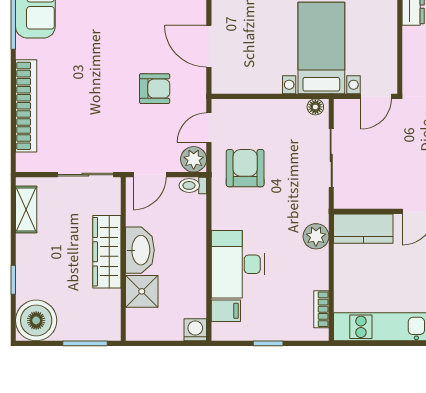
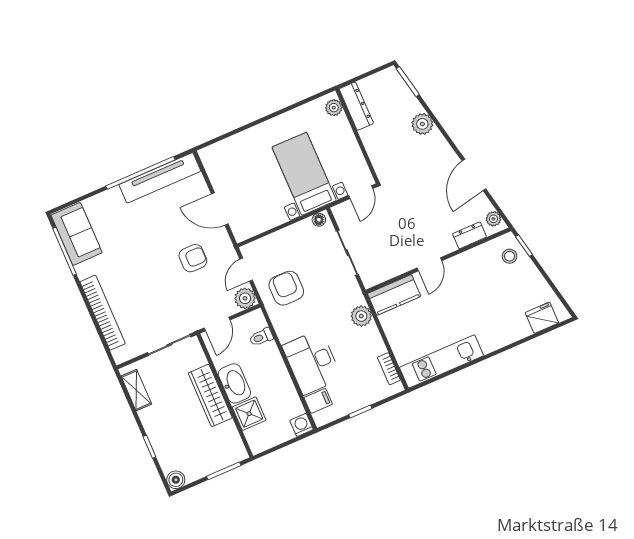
toilet: (193, 185) -> (261, 337), moved
boiler: (36, 320) -> (176, 480), width x0.54, depth x0.54

